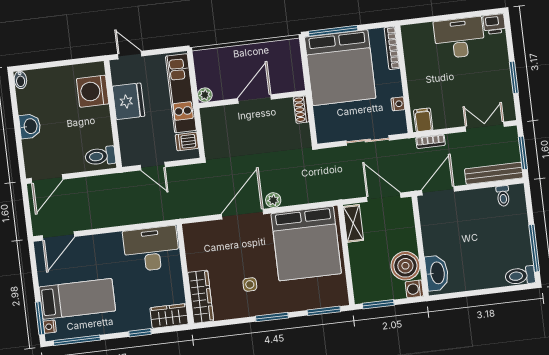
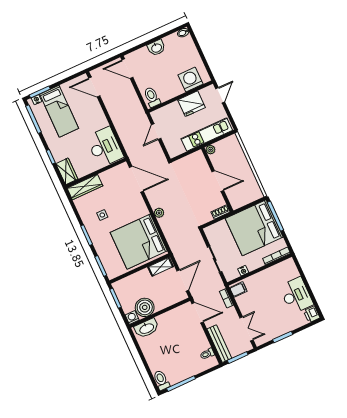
dishwasher: (187, 141) -> (178, 148), removed
door: (243, 214) -> (136, 179), moved

